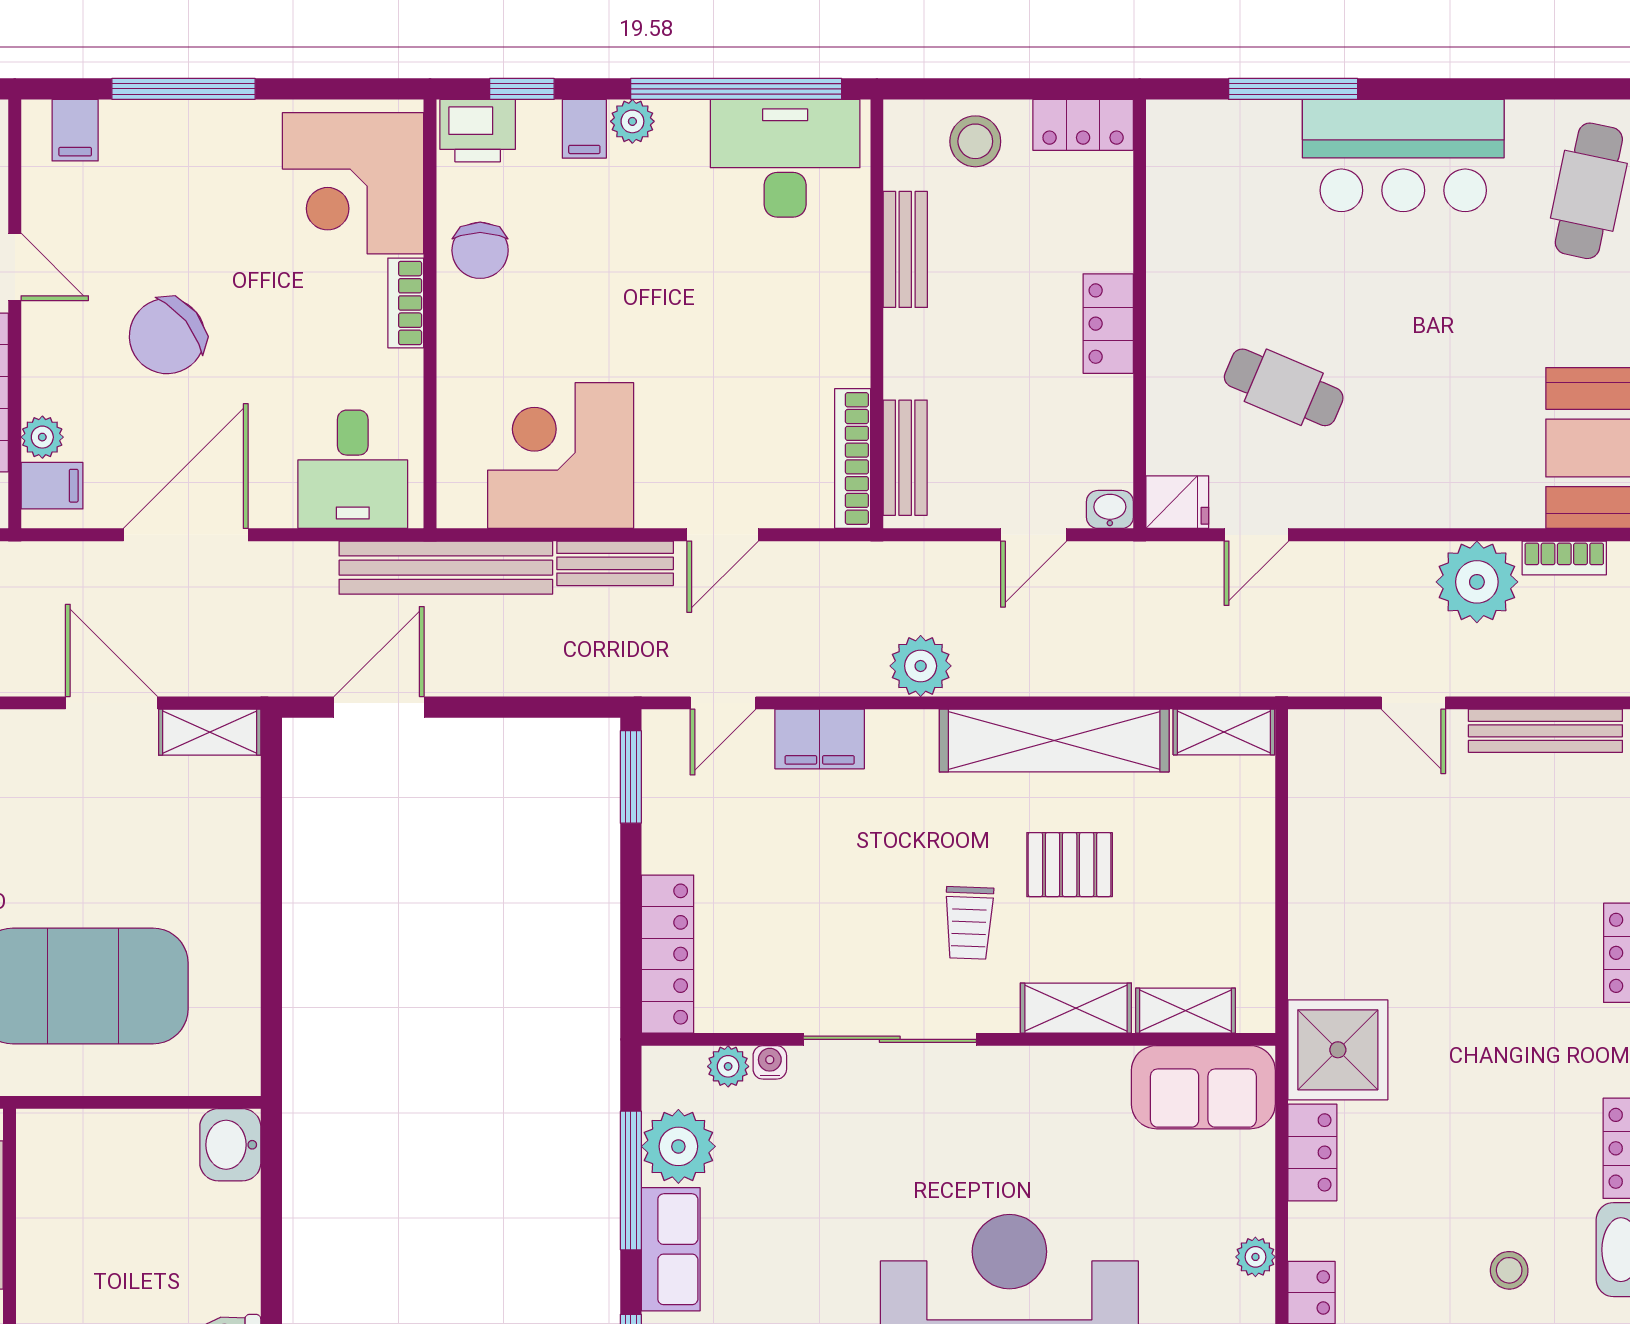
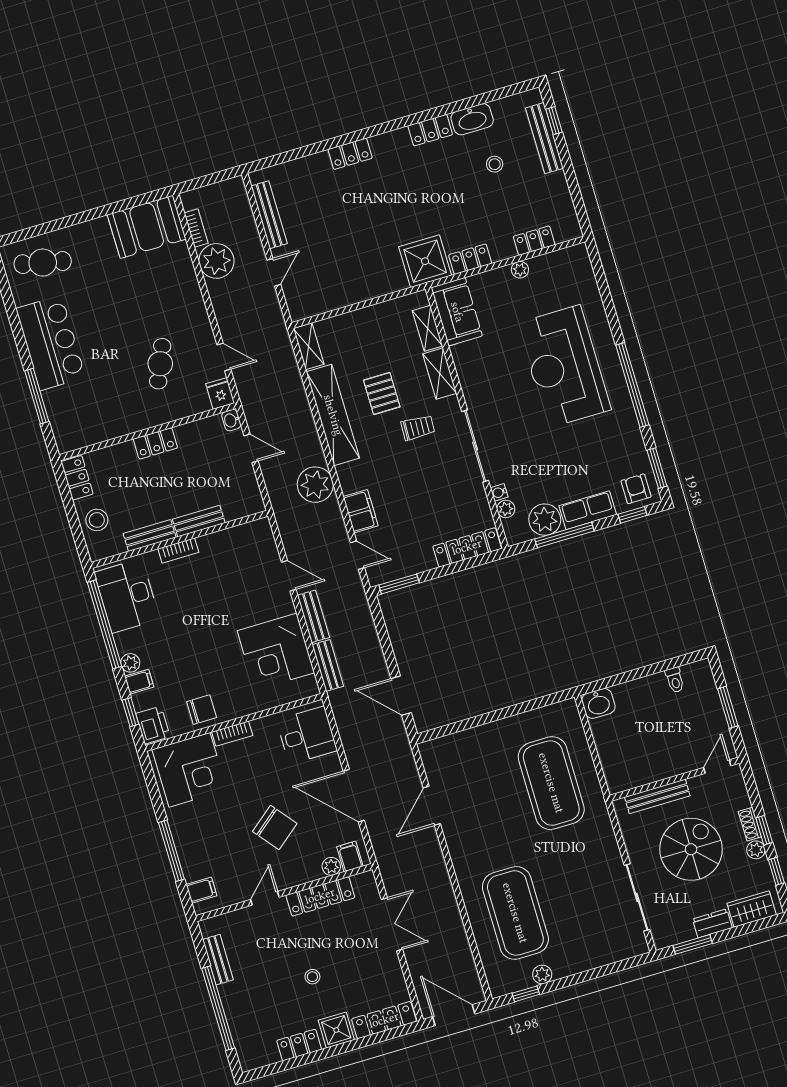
bookcase: (853, 458) -> (178, 550), moved, width x0.64
bench: (905, 458) -> (199, 521), moved
bench: (446, 568) -> (328, 665), width x0.54, depth x0.82
plant: (921, 666) -> (315, 485), width x1.36, depth x1.36
shelving: (210, 732) -> (432, 762), removed

